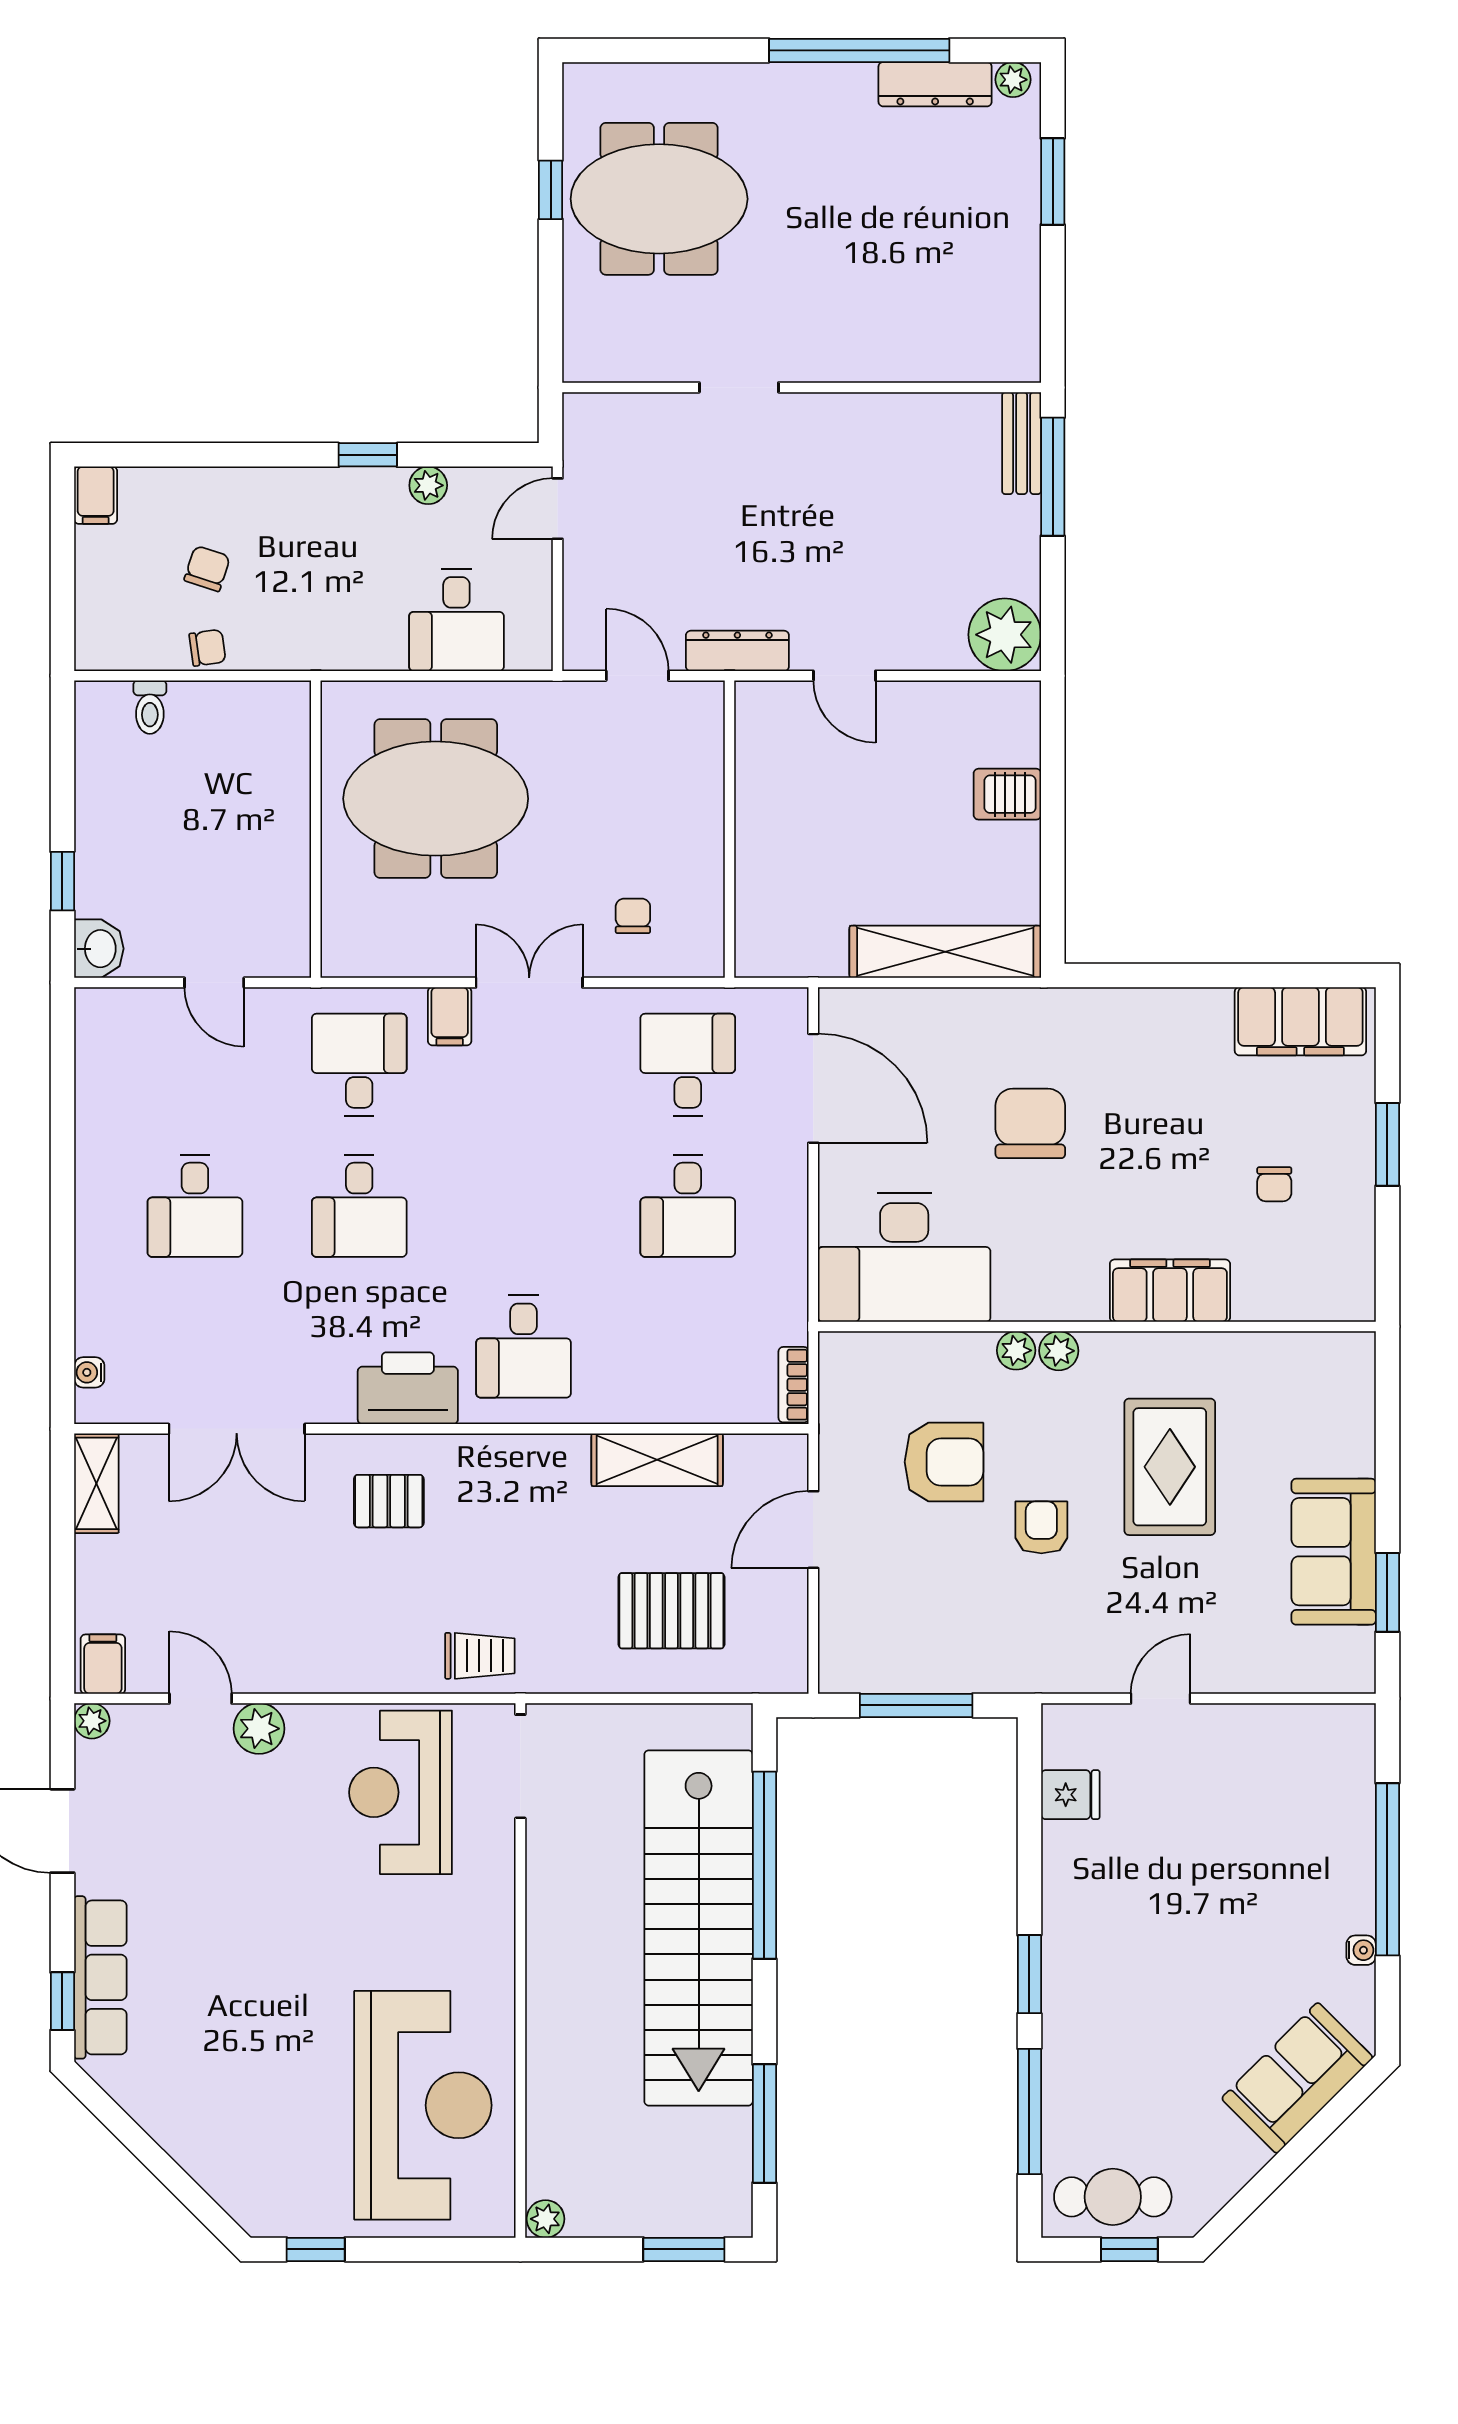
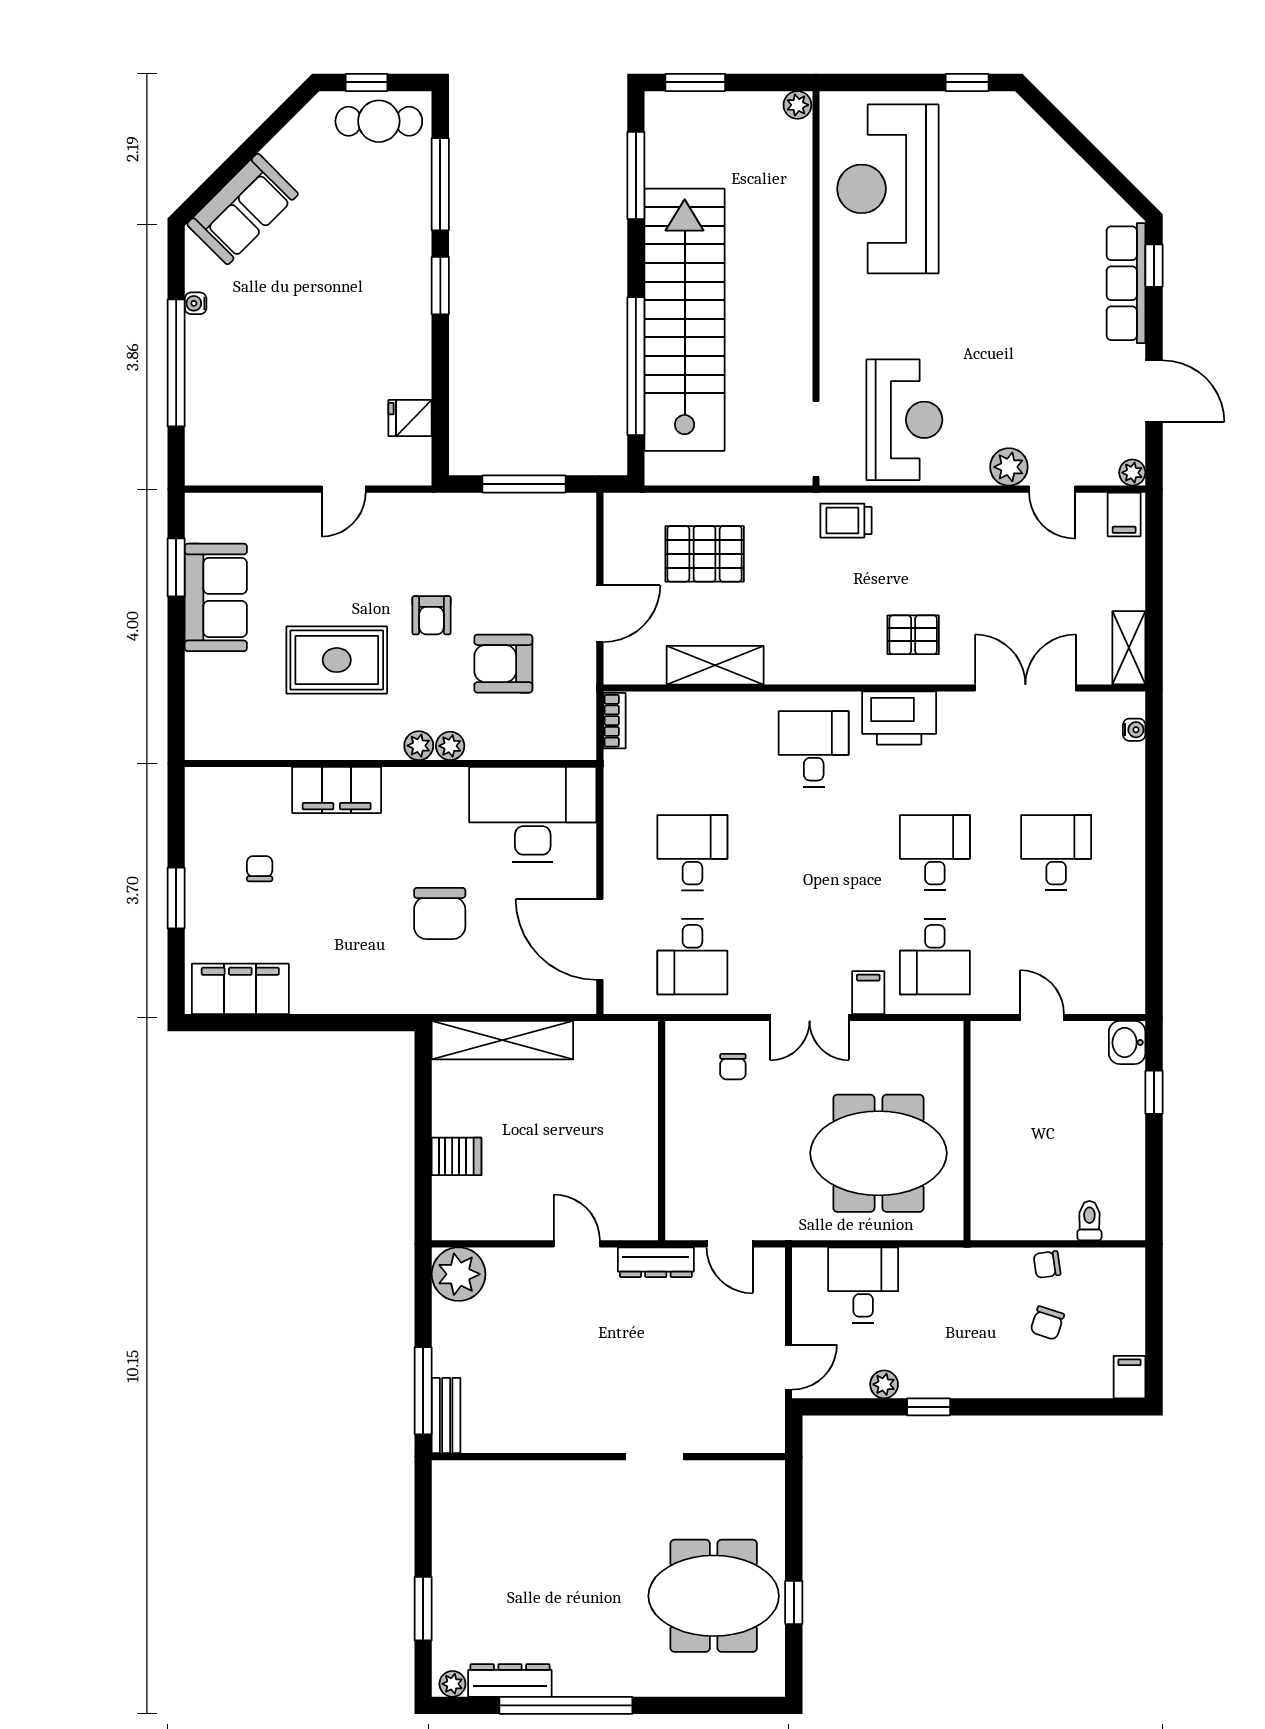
rug: (1170, 1467) -> (337, 660), turned 90

